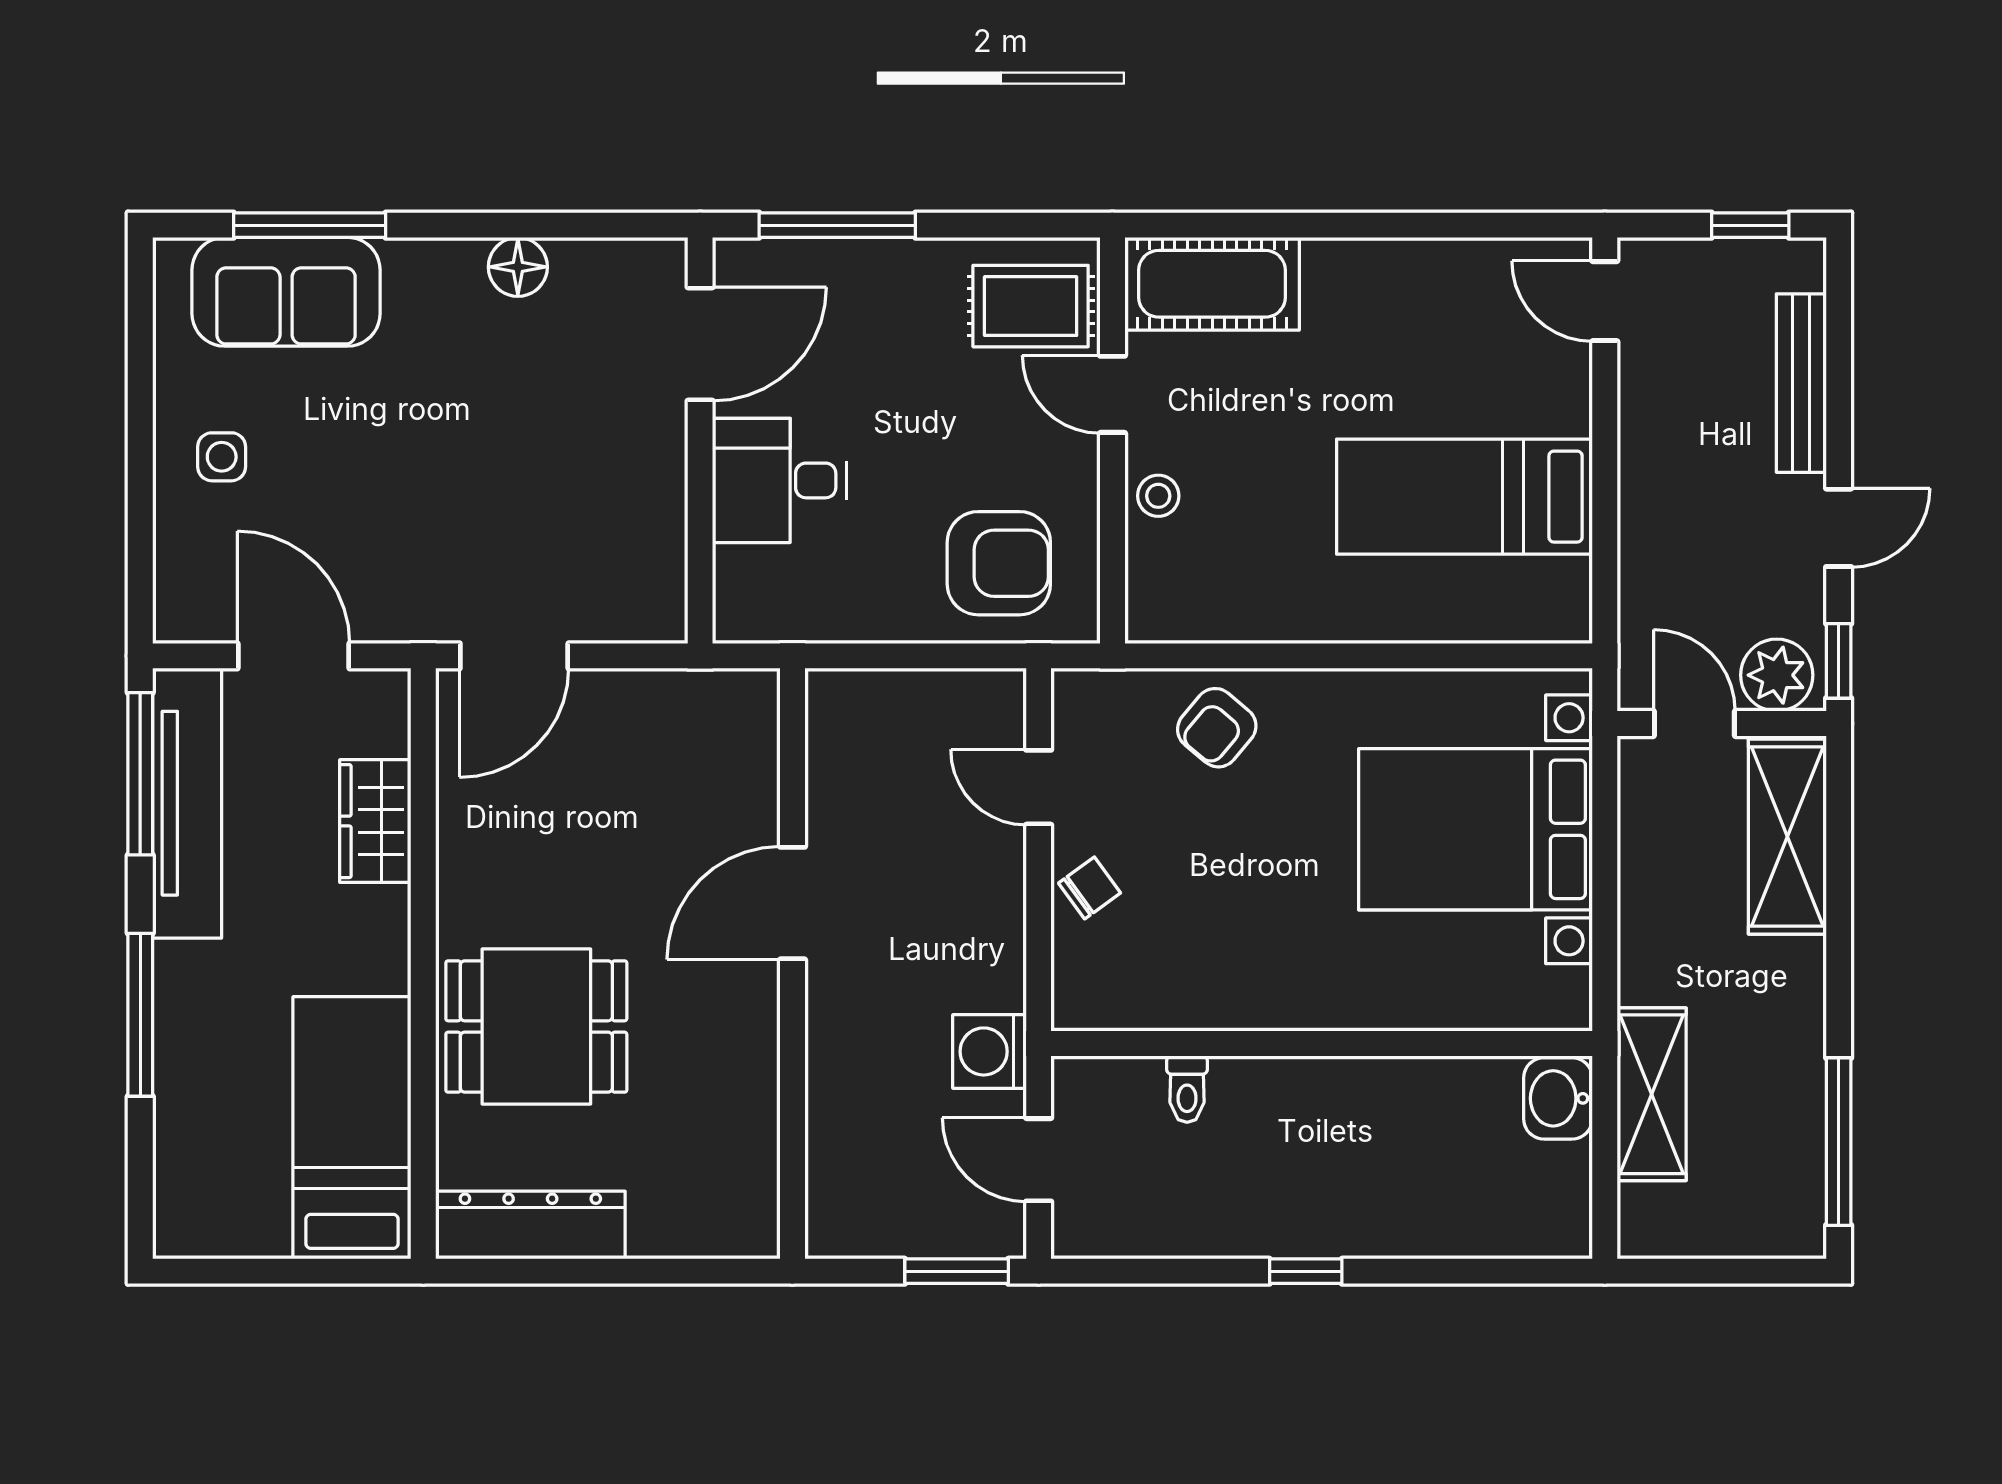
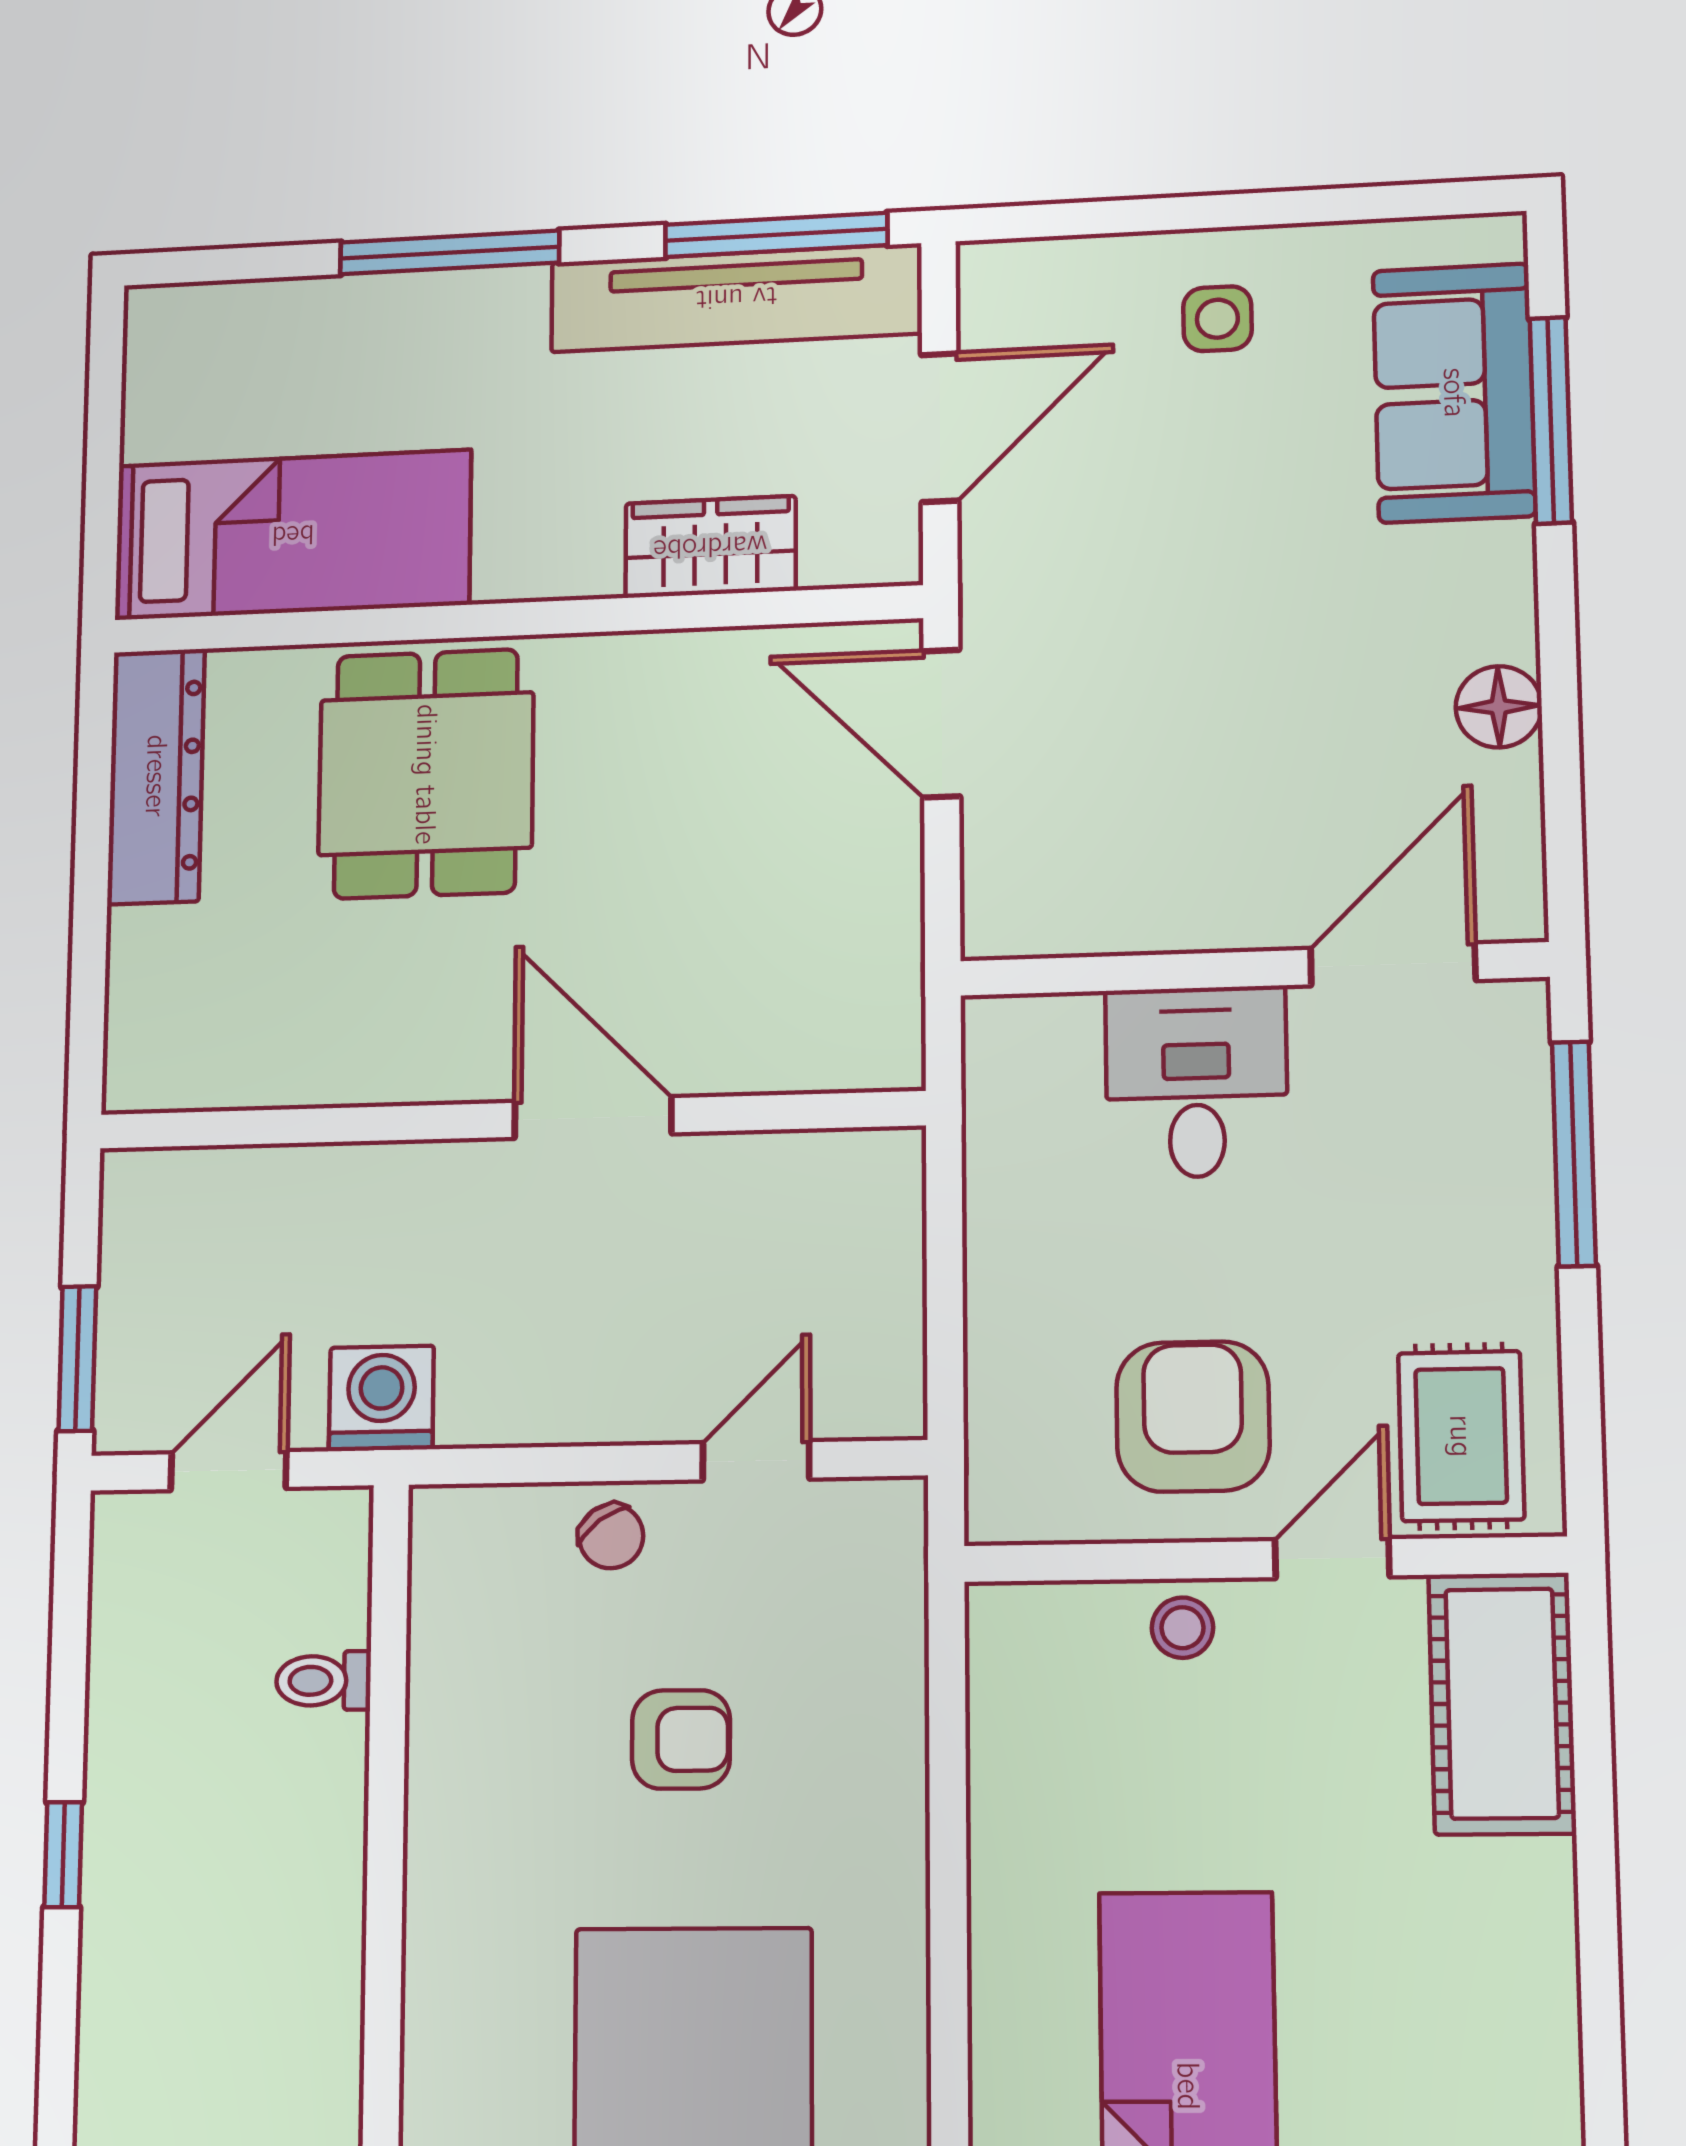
door: (700, 344) -> (1393, 964), swing flipped
armchair: (999, 563) -> (1193, 1417), moved, turned 180
armchair: (1217, 728) -> (681, 1739), moved, turned 140

